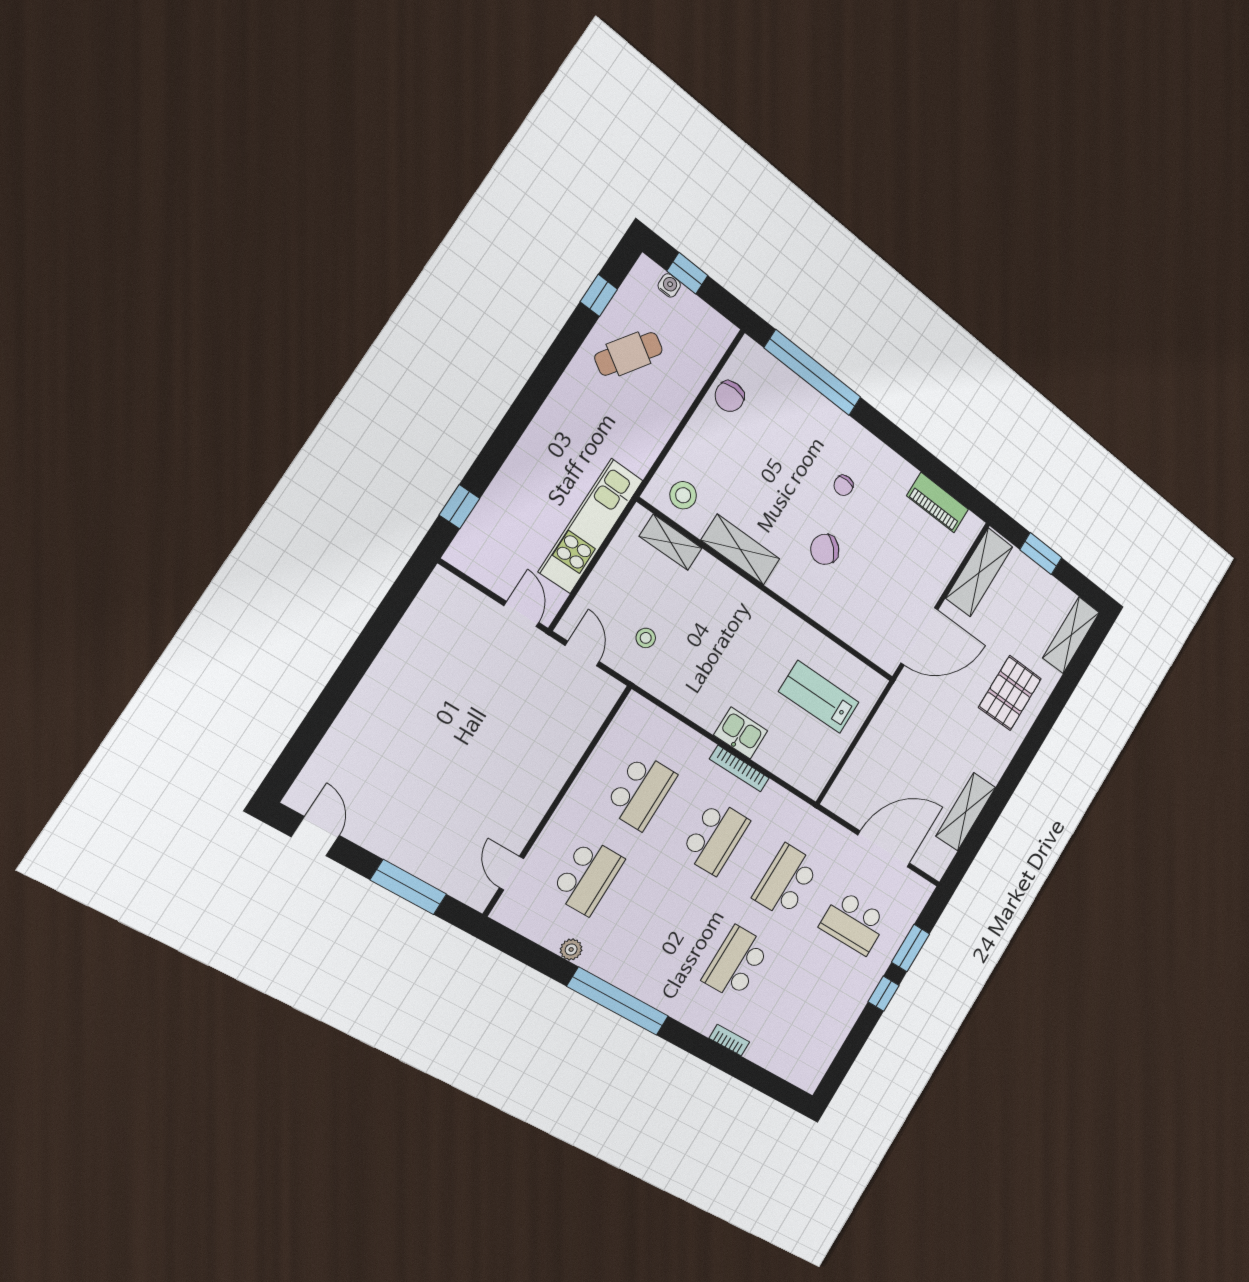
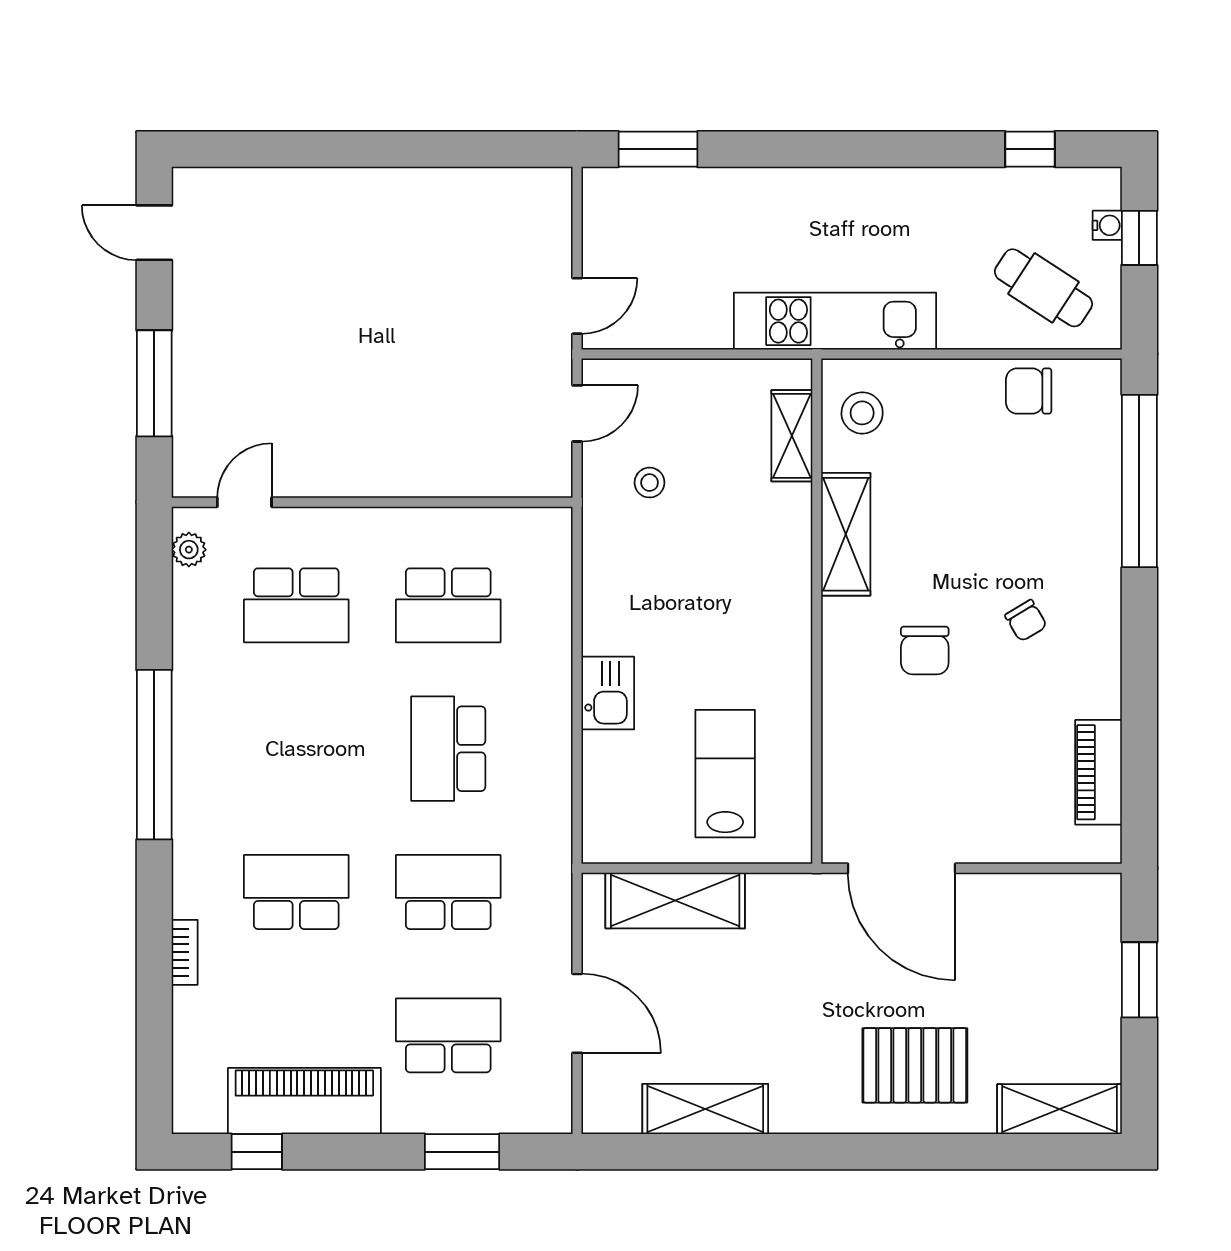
cafe table: (629, 354) -> (1043, 288), moved
chair: (843, 485) -> (1026, 621), turned -121
window: (459, 507) -> (658, 149), width x1.50
kitchen unit: (591, 526) -> (835, 321), moved
chair: (825, 549) -> (925, 651), turned -135
shelving: (979, 572) -> (675, 901), moved
bookcase: (739, 769) -> (560, 723), removed
door: (315, 836) -> (154, 233), swing flipped
school desk: (715, 837) -> (448, 749), turned 90
door: (884, 849) -> (577, 1013), width x0.73
school desk: (854, 923) -> (448, 1035), turned 90
plant: (571, 949) -> (189, 550), moved
window: (884, 994) -> (257, 1152), moved
piano: (839, 1016) -> (304, 1101), added

